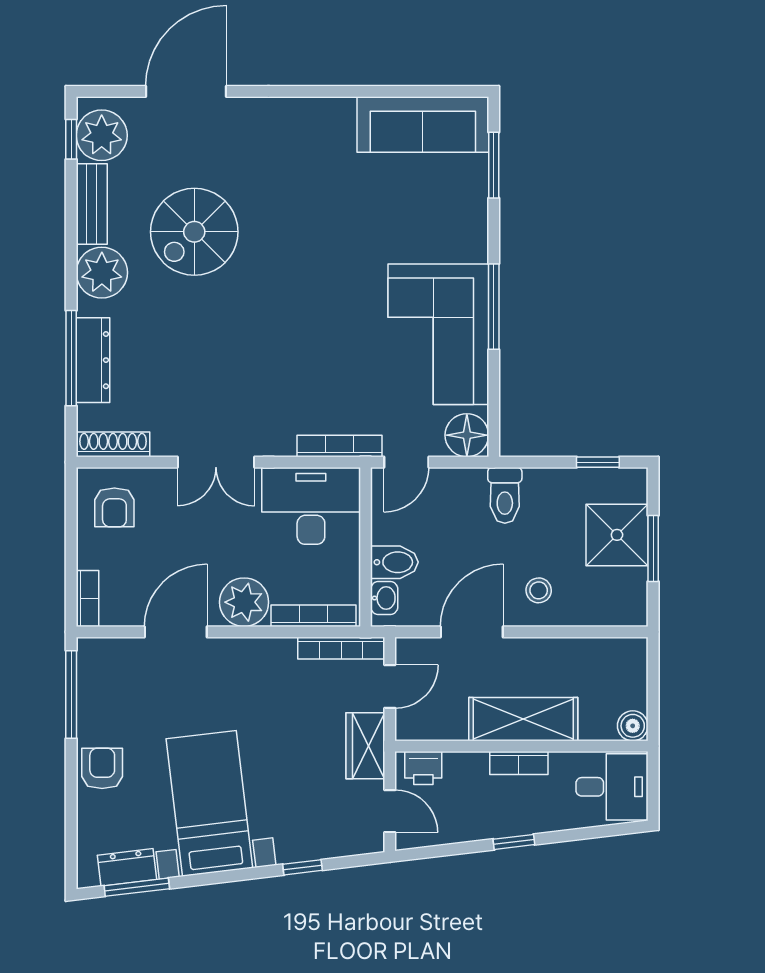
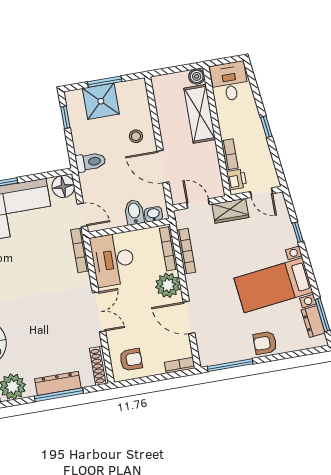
bookcase: (341, 648) -> (186, 251), moved
shelving: (523, 719) -> (200, 114), moved
bookcase: (519, 763) -> (230, 154), moved
door: (390, 811) -> (261, 193), swing flipped

